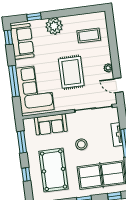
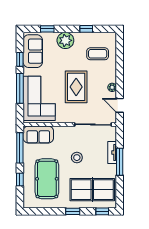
window: (74, 12) -> (86, 29), added
window: (8, 37) -> (20, 59), moved
sofa: (51, 124) -> (38, 135), moved
window: (22, 142) -> (20, 148), width x1.44

